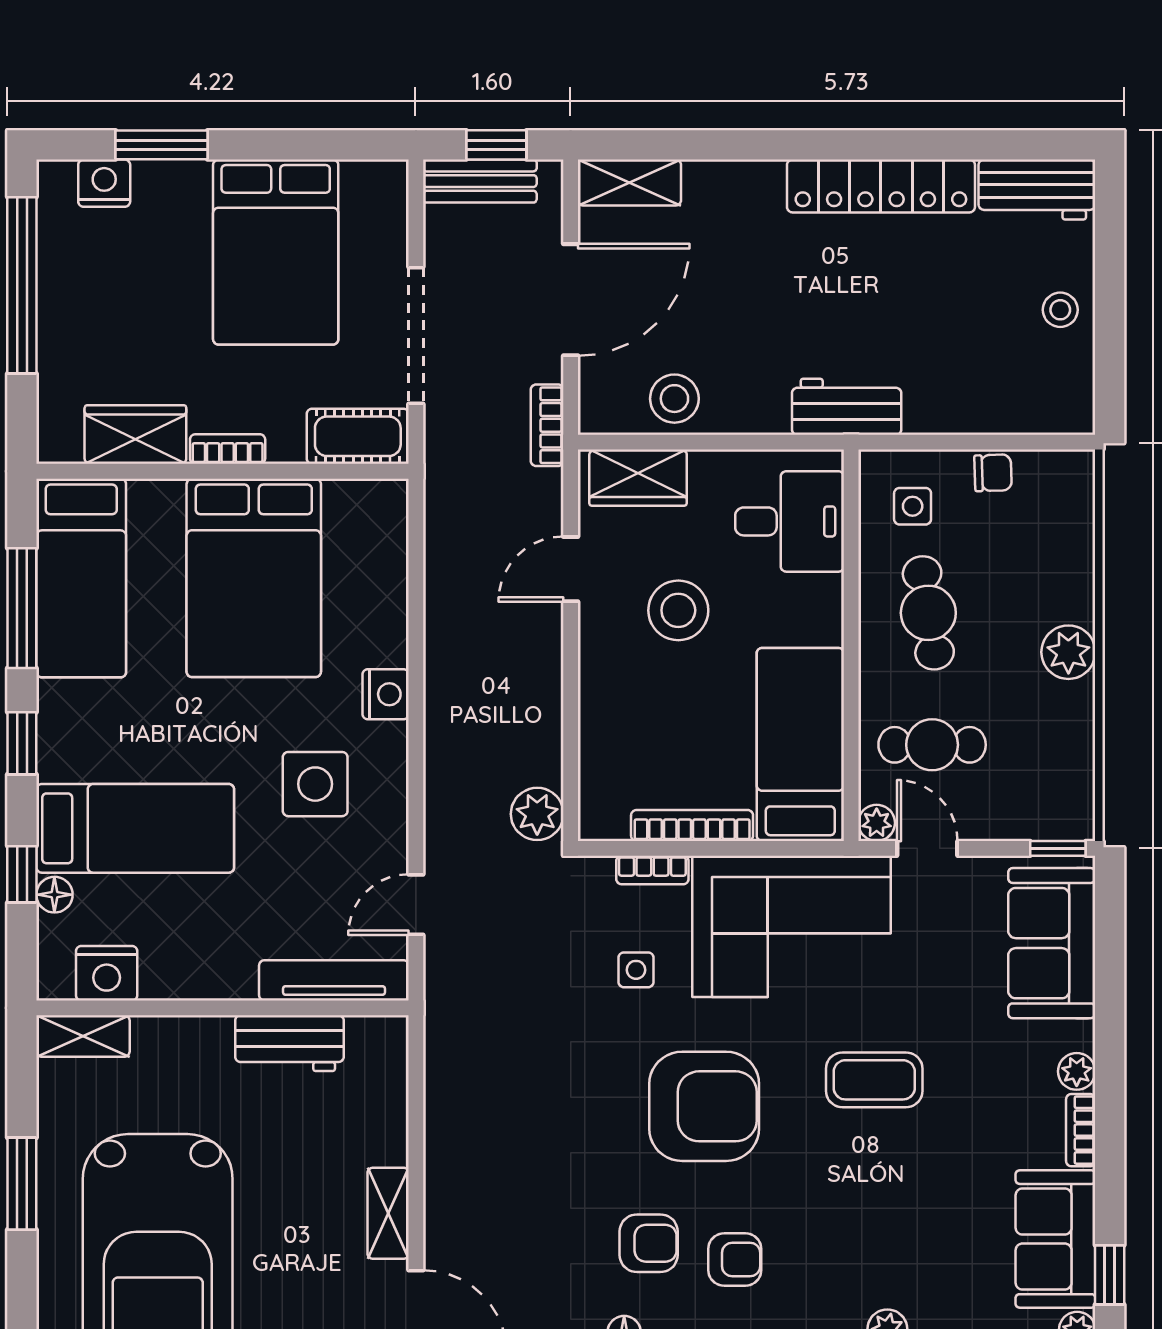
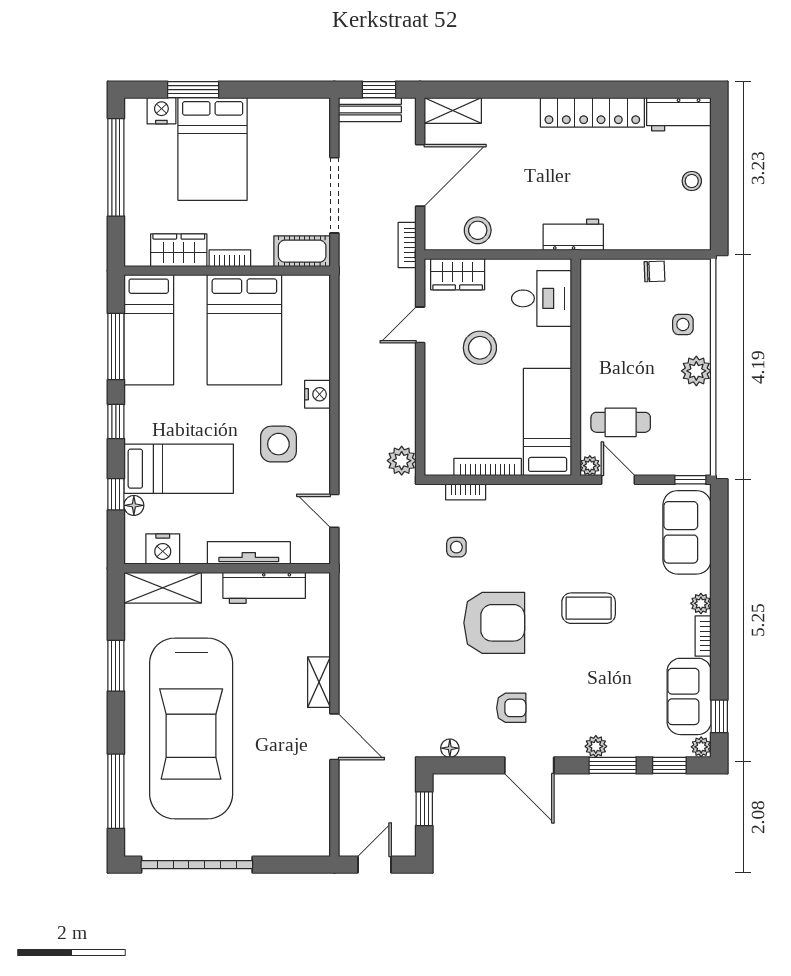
bed: (276, 252) -> (213, 149), moved
side table: (913, 506) -> (683, 324), moved
cafe table: (928, 613) -> (619, 349), removed
door: (416, 905) -> (334, 511), hinge flipped
corner sofa: (791, 926) -> (543, 523), removed
tv unit: (334, 980) -> (249, 553), moved
shelving: (83, 1036) -> (163, 588), width x1.50, depth x1.33
workbench: (289, 1043) -> (264, 588), width x1.38
armchair: (649, 1243) -> (463, 699), removed

